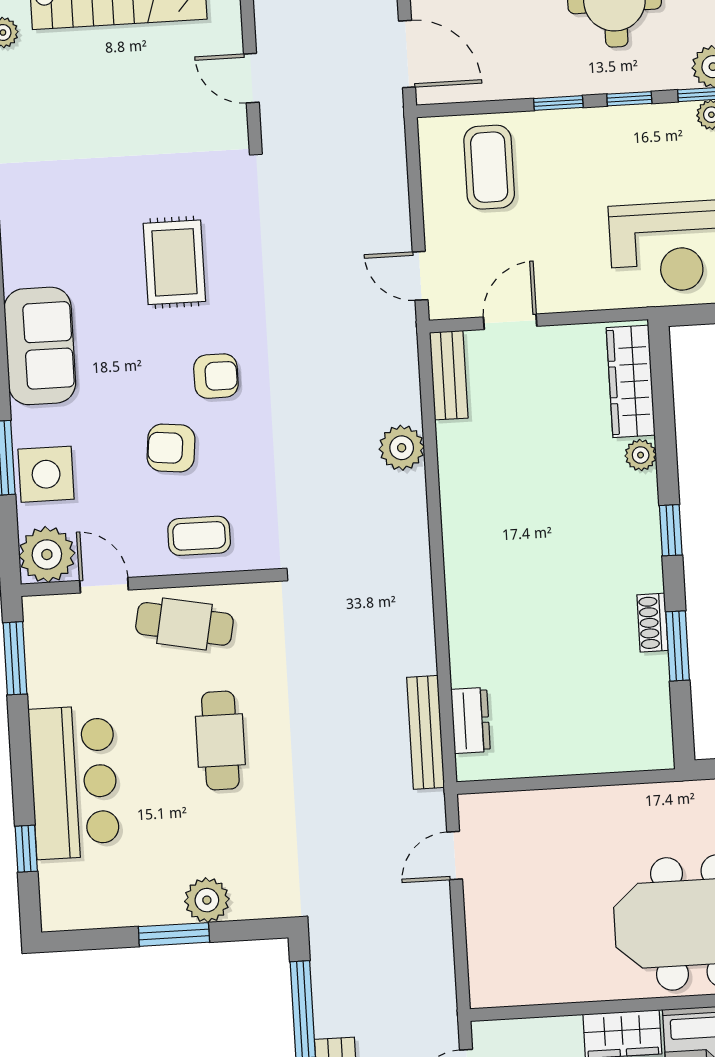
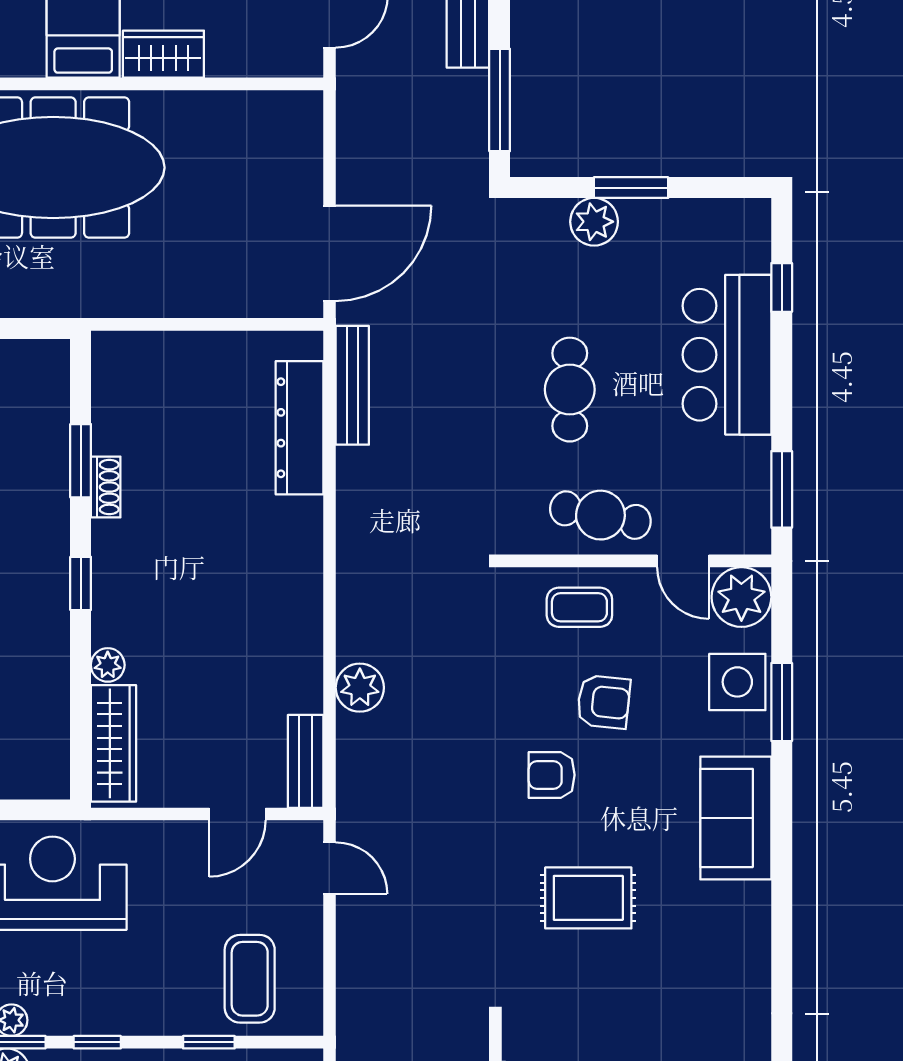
window: (558, 103) -> (209, 1042), moved
rug: (174, 262) -> (588, 898), turned 90
dresser: (471, 720) -> (299, 428), width x1.96, depth x1.24
door: (455, 855) -> (329, 253), width x1.88

